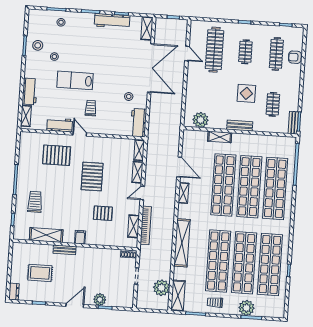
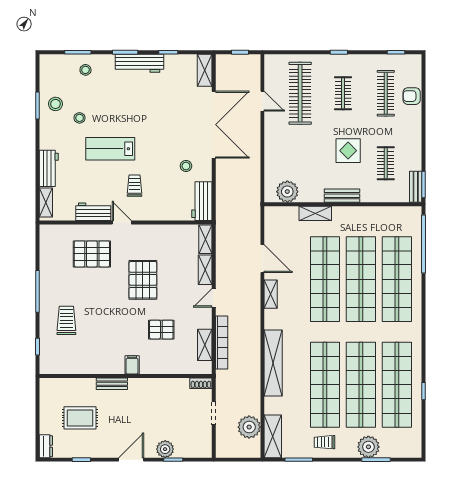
workbench: (112, 21) -> (139, 63), moved
shelving: (46, 235) -> (85, 365), removed

